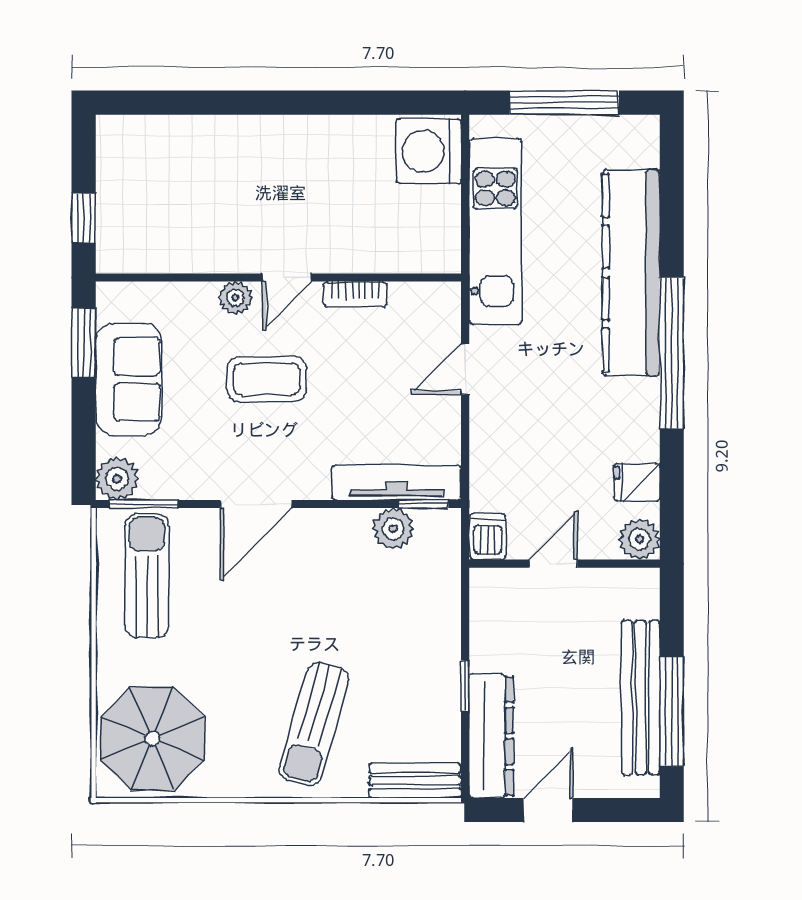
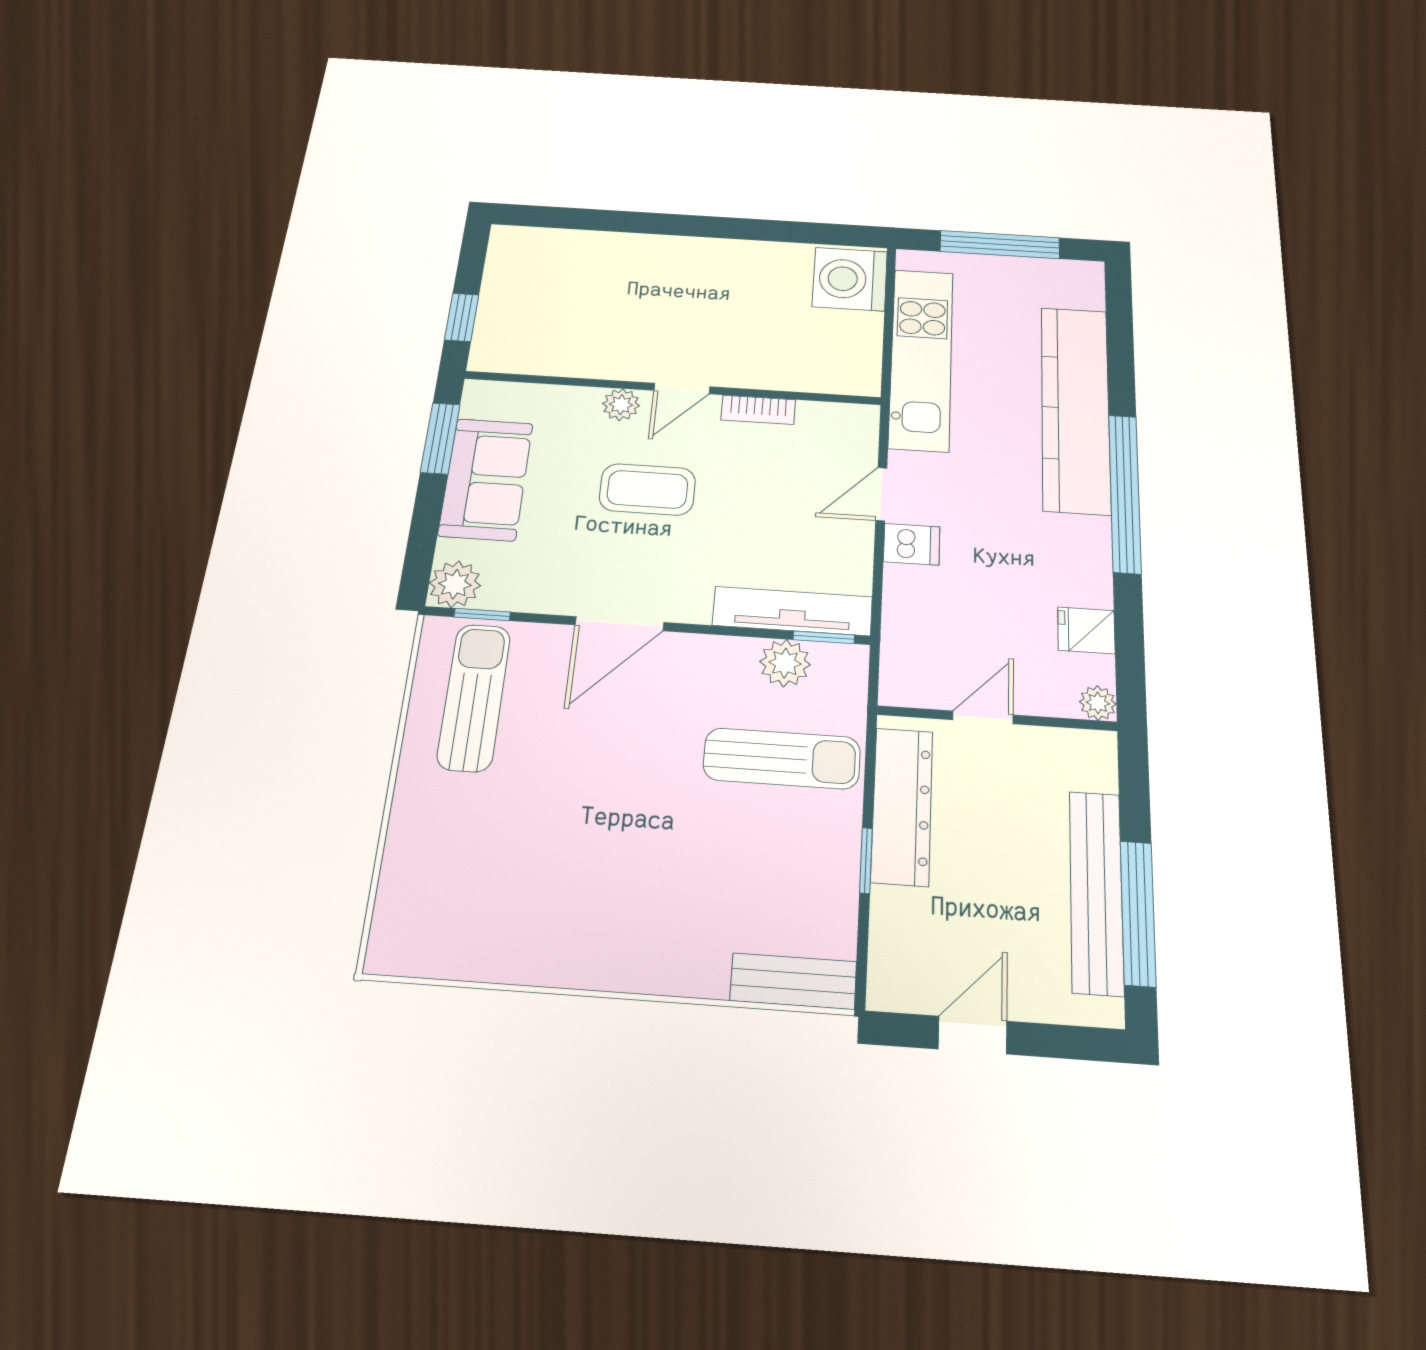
window: (143, 504) -> (482, 615), width x0.67
dishwasher: (488, 537) -> (912, 544), moved, turned 90
plant: (639, 539) -> (1098, 703), width x0.73, depth x0.73
sun lounger: (314, 724) -> (782, 758), moved, turned -106
dresser: (491, 736) -> (902, 806), moved
parasol: (152, 738) -> (450, 900), removed

